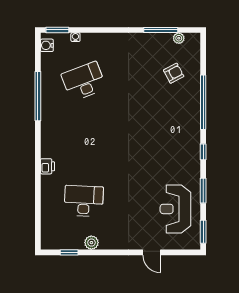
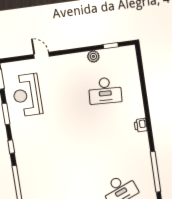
printer: (48, 166) -> (141, 125), moved
reception desk: (175, 209) -> (27, 95), turned 180

